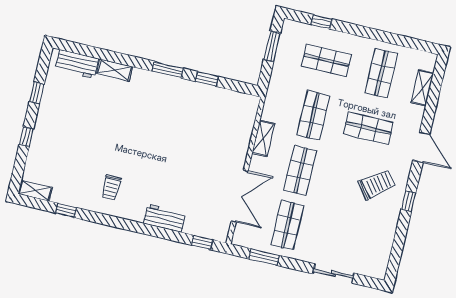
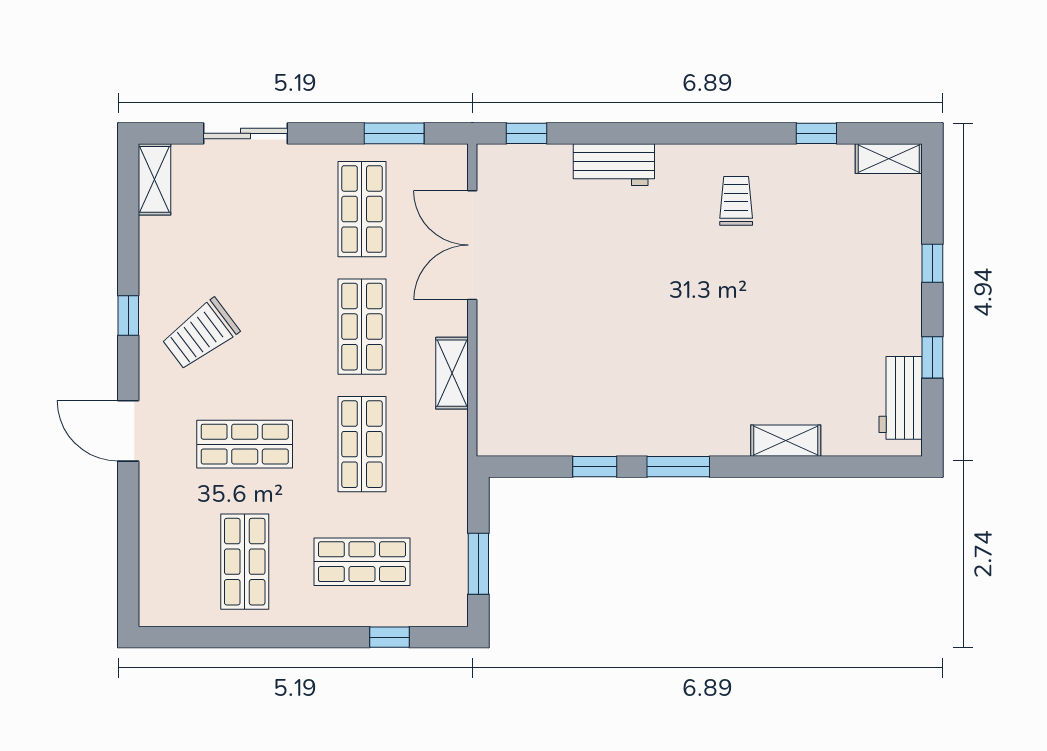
workbench: (77, 64) -> (901, 398), moved, turned -90
shelving: (422, 88) -> (155, 179), moved

